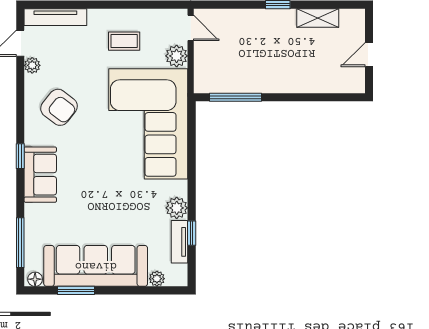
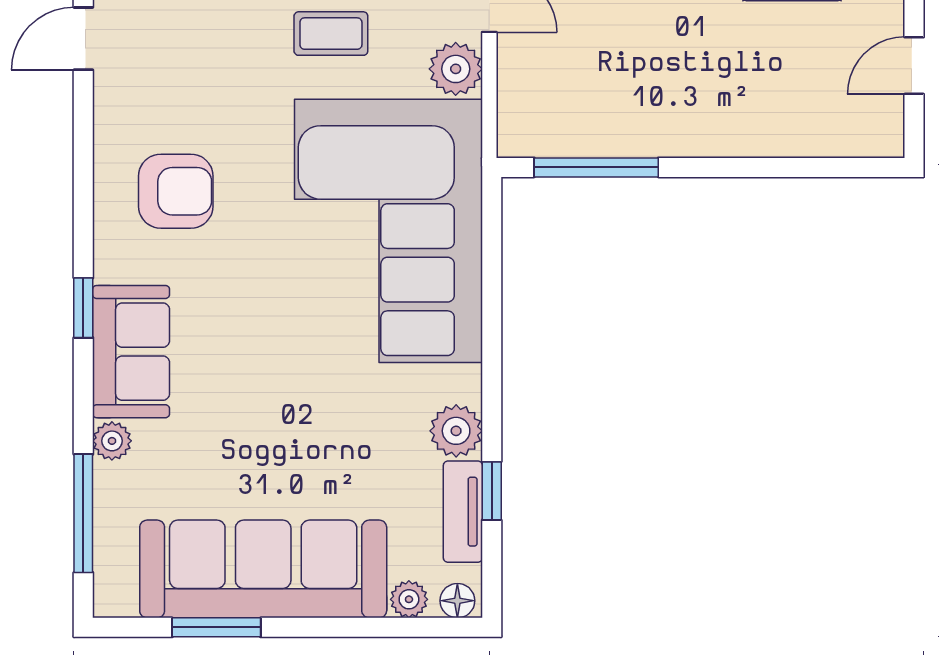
plant: (32, 65) -> (112, 441), moved
armchair: (59, 107) -> (176, 191), turned -38
floor lamp: (35, 279) -> (457, 601), moved

